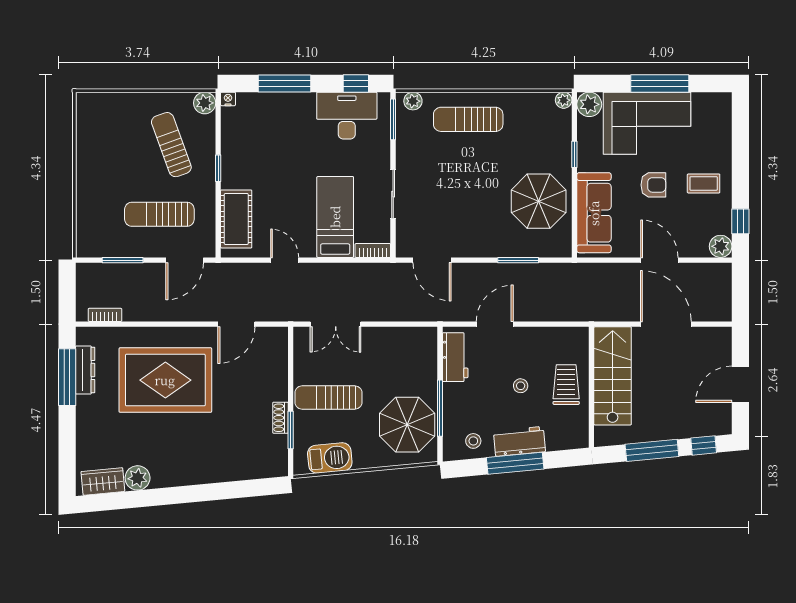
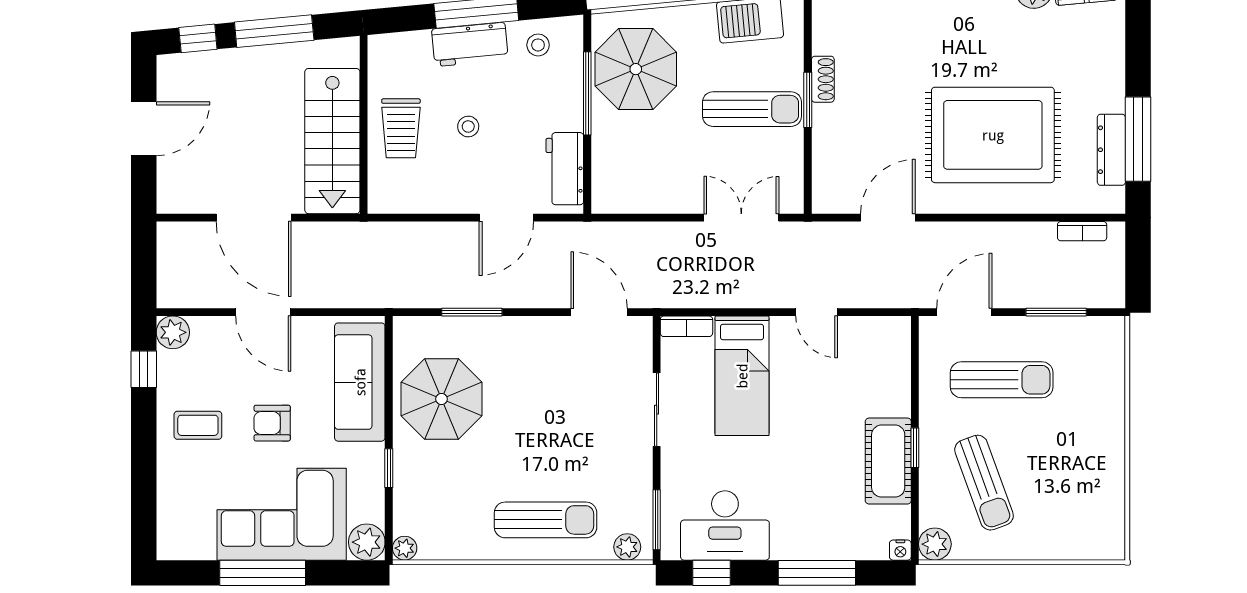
cot: (236, 219) -> (888, 461), moved
window: (291, 430) -> (808, 100), moved

